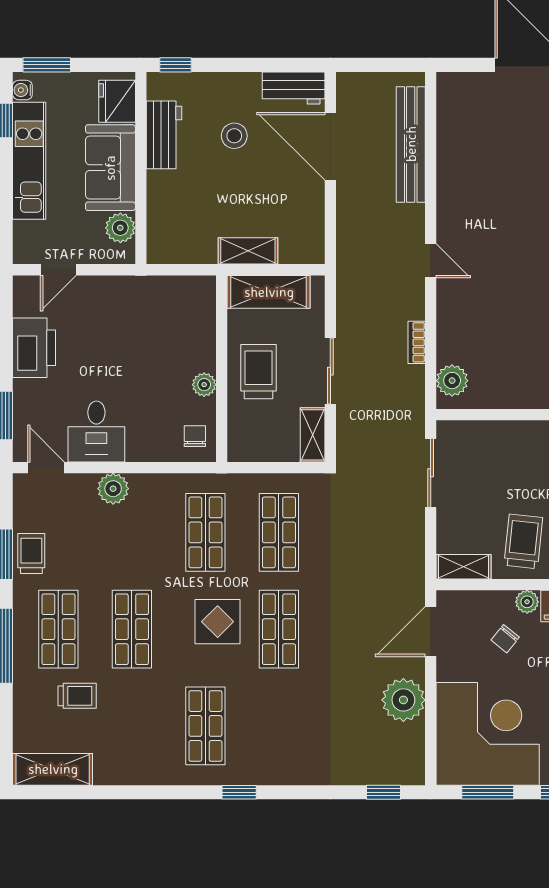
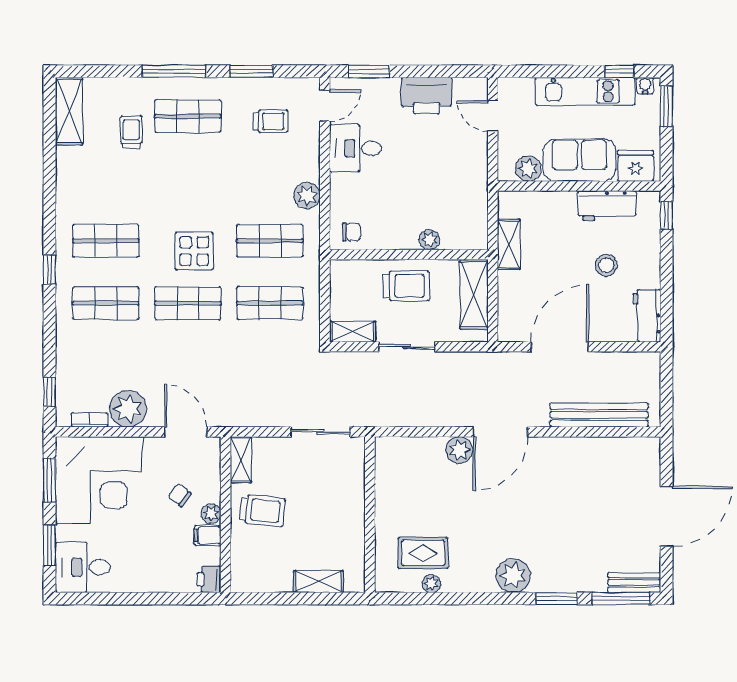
door: (330, 146) -> (560, 347), moved
shelving: (248, 251) -> (509, 244), moved
door: (431, 261) -> (500, 432), width x1.87
bookcase: (417, 342) -> (89, 420), moved
plant: (452, 381) -> (459, 450), moved
plant: (204, 385) -> (429, 240), moved
plant: (113, 489) -> (307, 195), moved
trolley: (31, 553) -> (271, 121), moved
shop shelf: (132, 629) -> (106, 303), moved
trolley: (77, 696) -> (131, 132), turned 180

